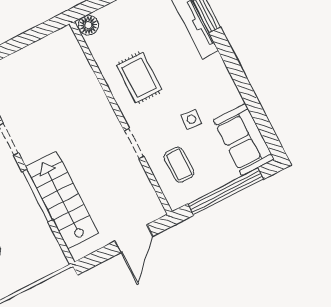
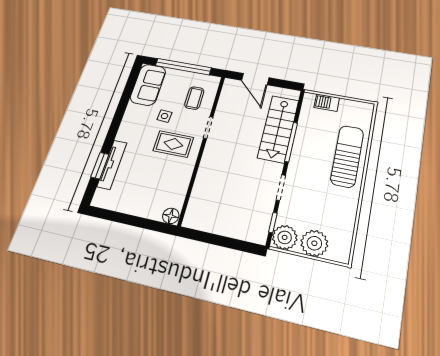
rug: (139, 78) -> (173, 144), moved, turned 90
door: (134, 239) -> (255, 79), swing flipped
barbecue: (37, 270) -> (327, 103), added

